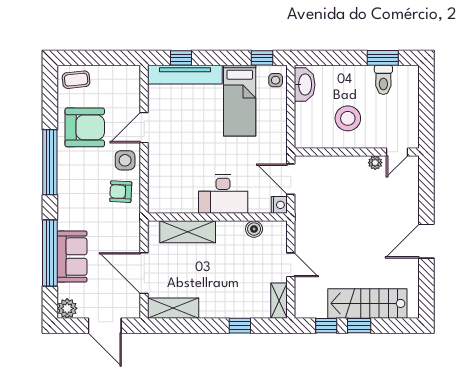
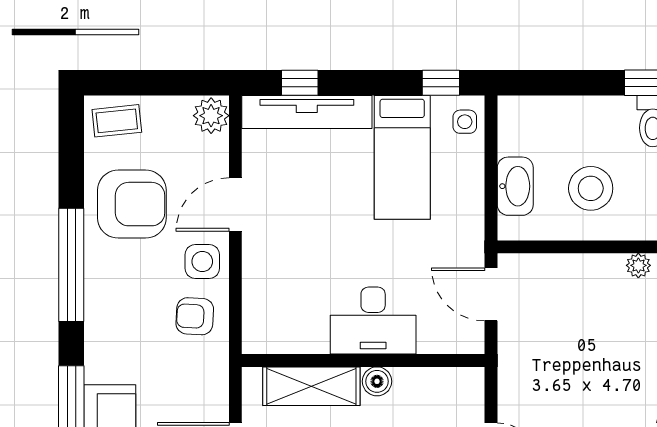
plant: (130, 77) -> (211, 116), added
washbasin: (305, 85) -> (515, 186), moved
nightstand: (279, 205) -> (471, 339), removed
boiler: (254, 229) -> (377, 381), moved

